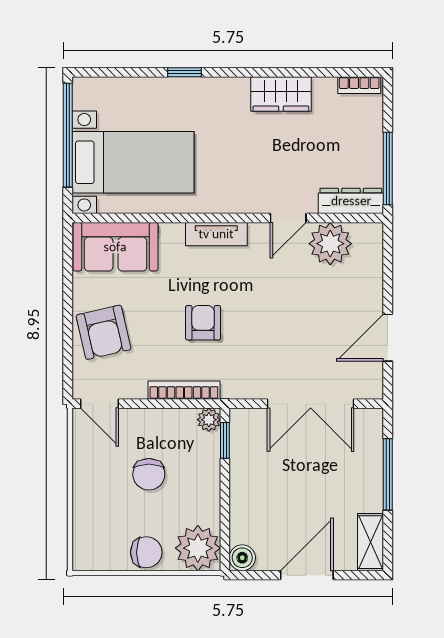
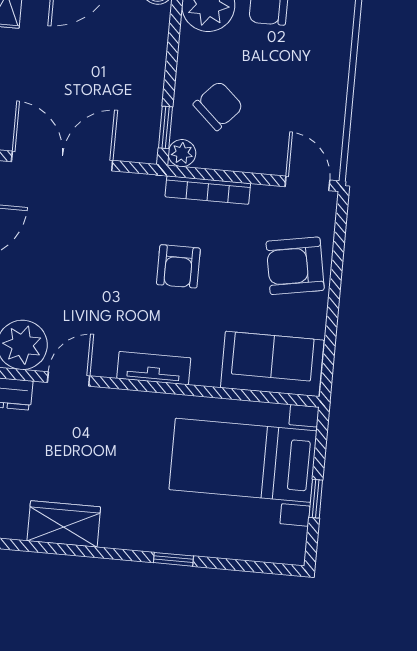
window: (68, 135) -> (316, 499), width x0.32
armchair: (103, 332) -> (295, 266), turned -87
chair: (149, 474) -> (218, 106), moved, turned 43

